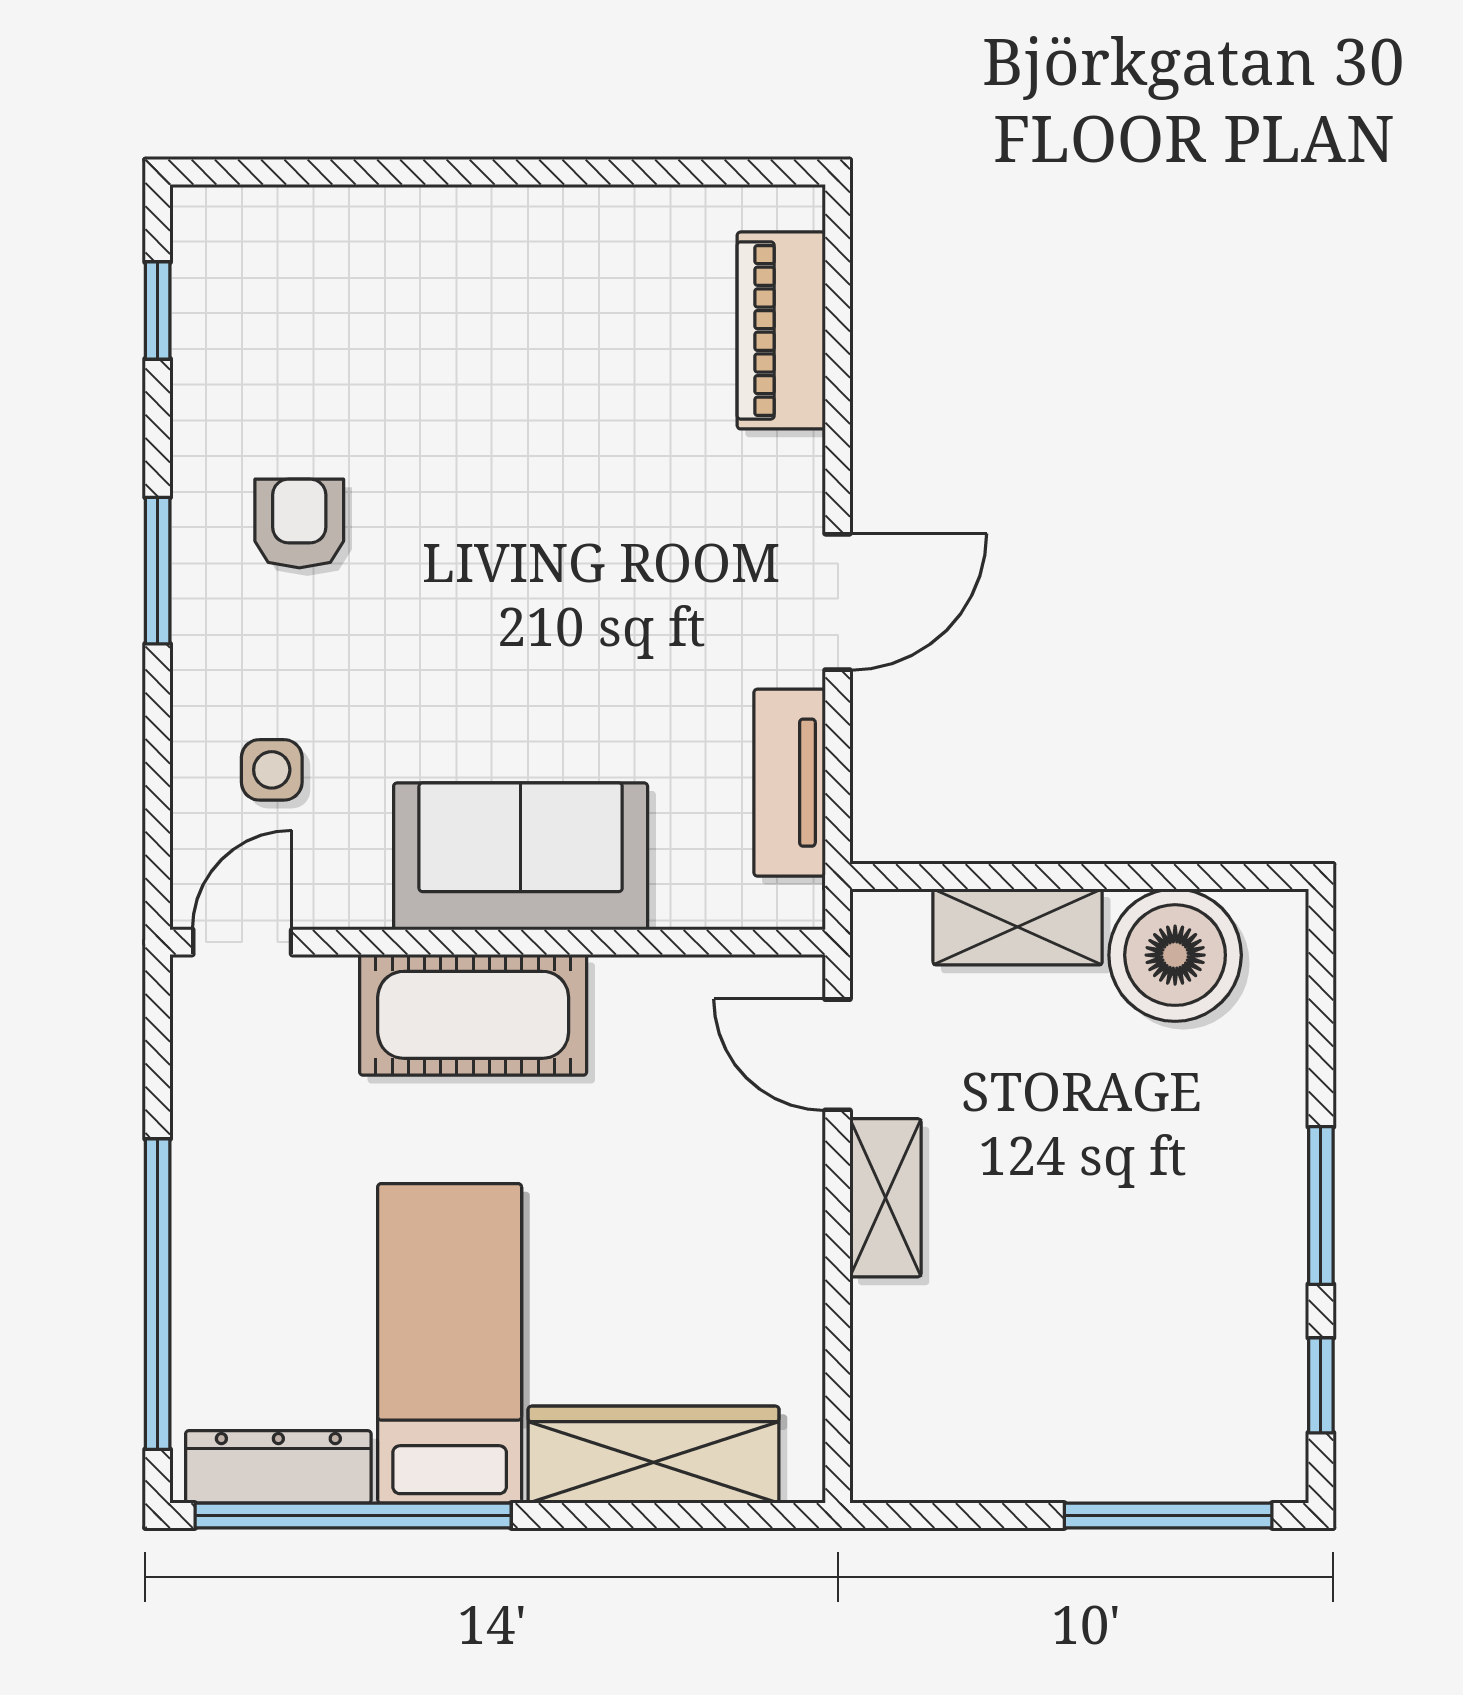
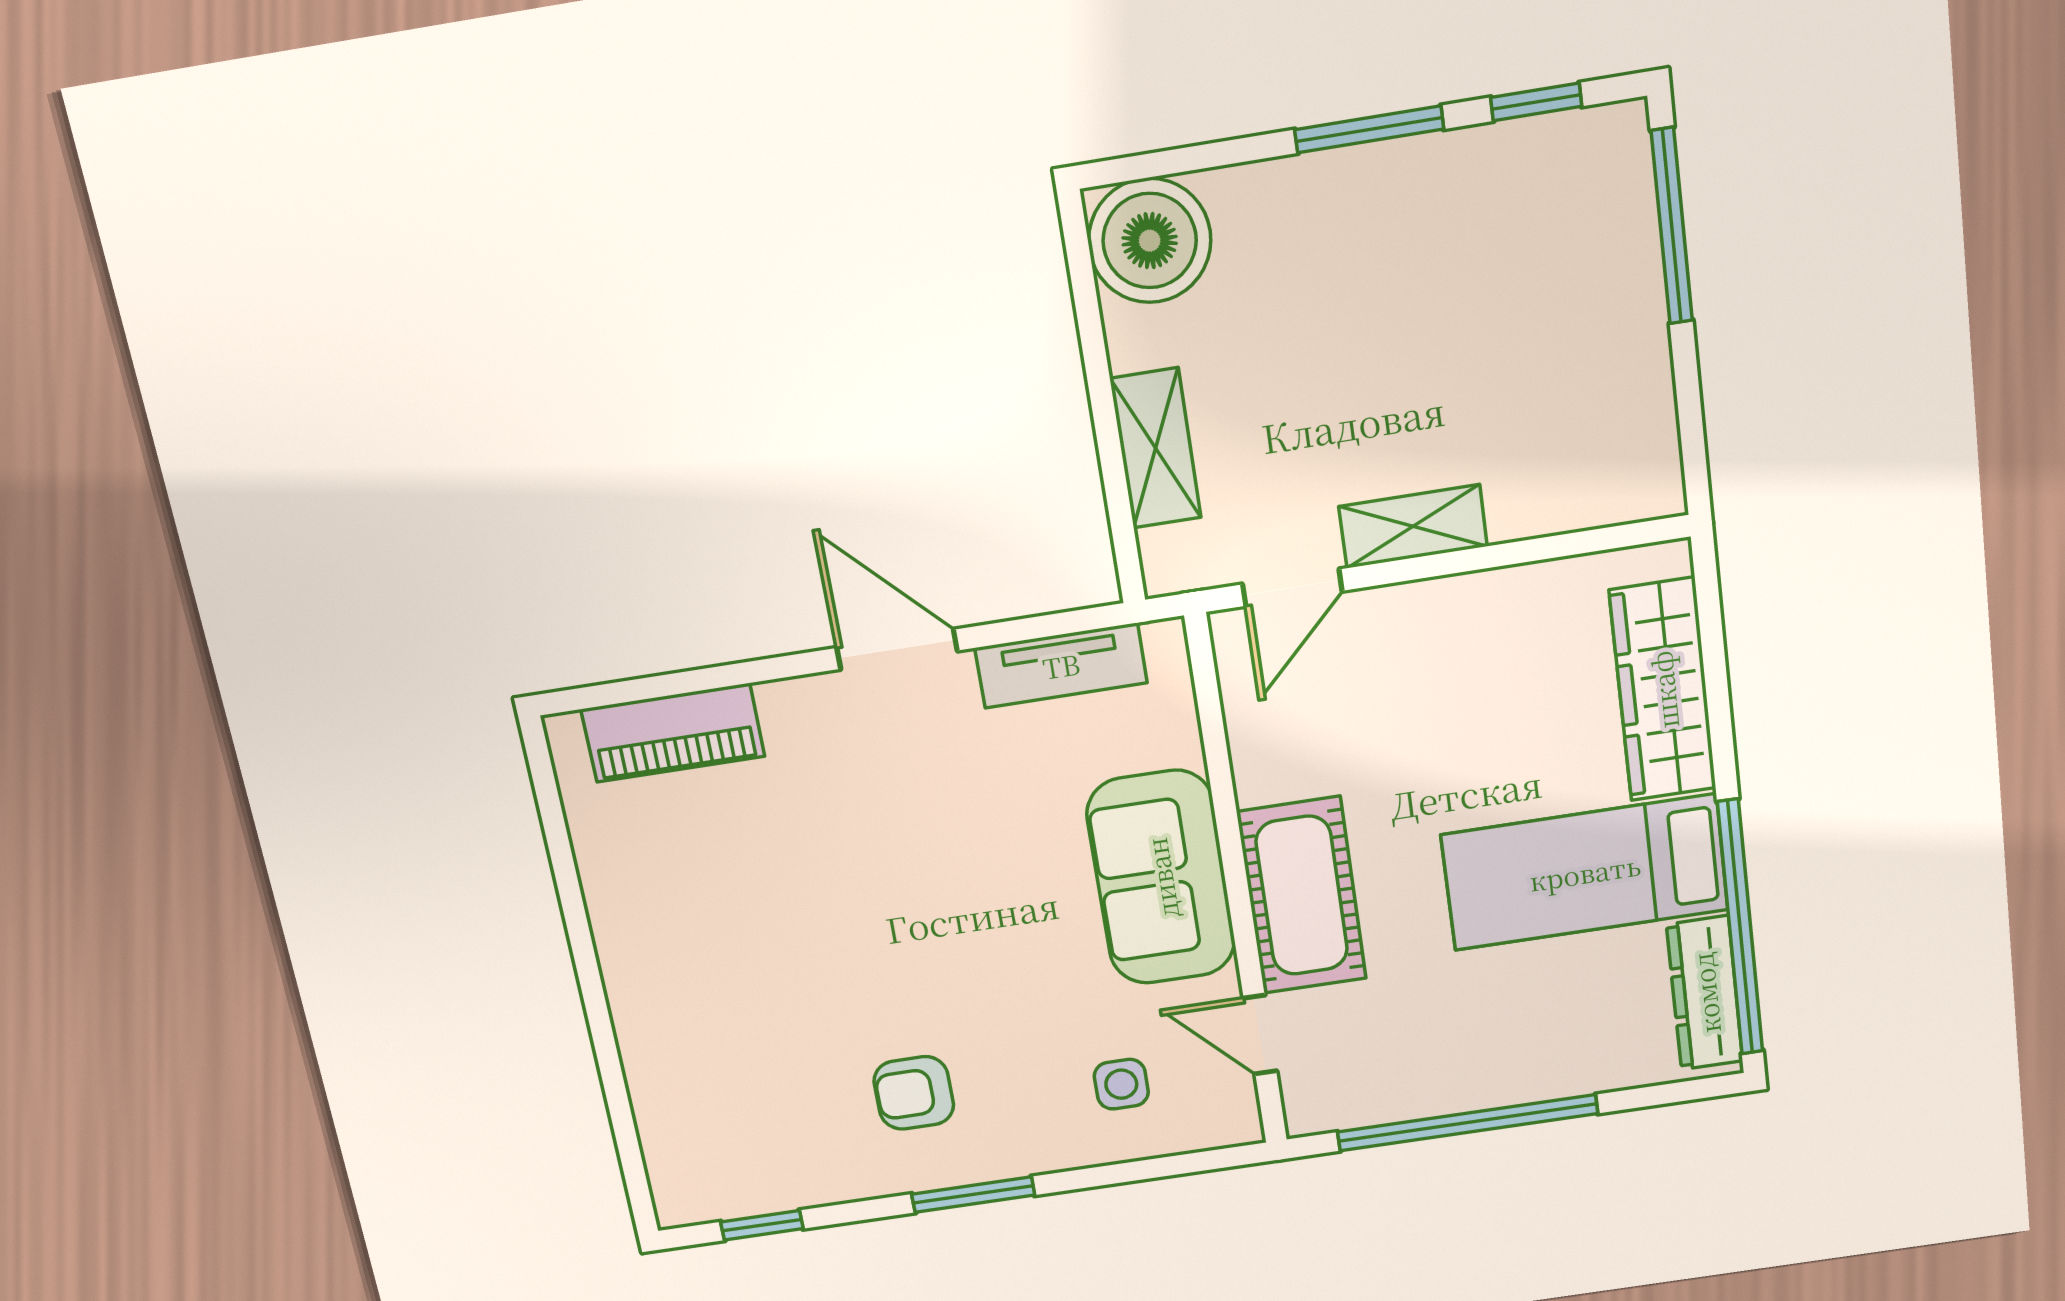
door: (242, 942) -> (1260, 1035), moved
boiler: (1175, 955) -> (1150, 241), moved
window: (158, 1294) -> (1467, 1123), moved

